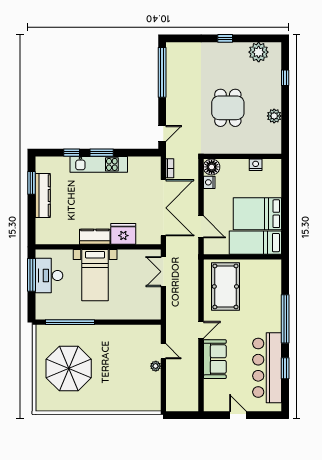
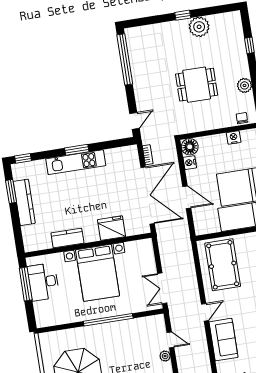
plant: (259, 52) -> (199, 27), moved
dining table: (228, 108) -> (197, 85), turned 90
chair: (267, 147) -> (242, 118), added
window: (72, 153) -> (23, 158), moved
door: (201, 227) -> (187, 197), moved
kitchen counter: (95, 237) -> (67, 238), moved
double door: (163, 272) -> (162, 288), moved
bed with nightstands: (95, 275) -> (98, 273), width x1.36
window: (70, 322) -> (108, 320), moved

